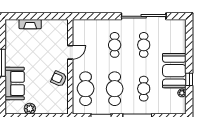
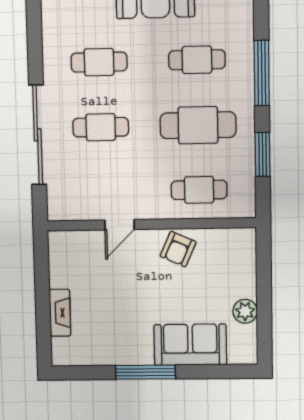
sliding door: (144, 16) -> (38, 135), moved
door: (70, 52) -> (120, 225), swing flipped
cafe table: (86, 89) -> (199, 190), width x0.73, depth x0.74

